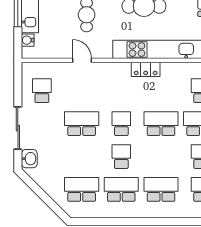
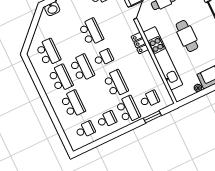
locker: (146, 69) -> (140, 43), moved
school desk: (121, 157) -> (82, 68), width x1.85

